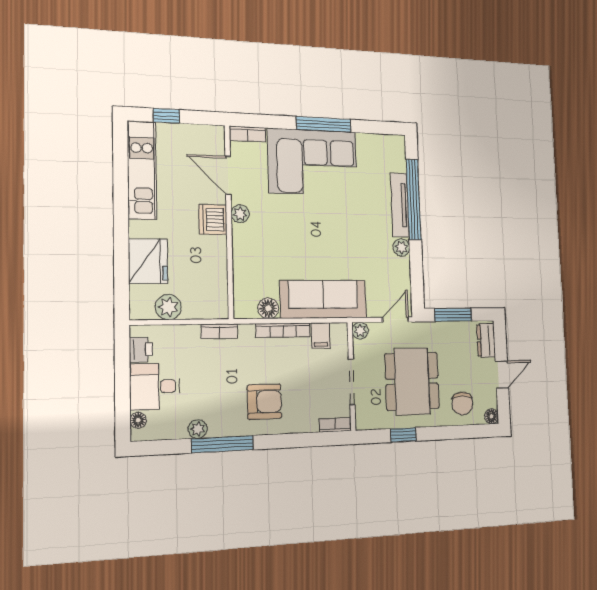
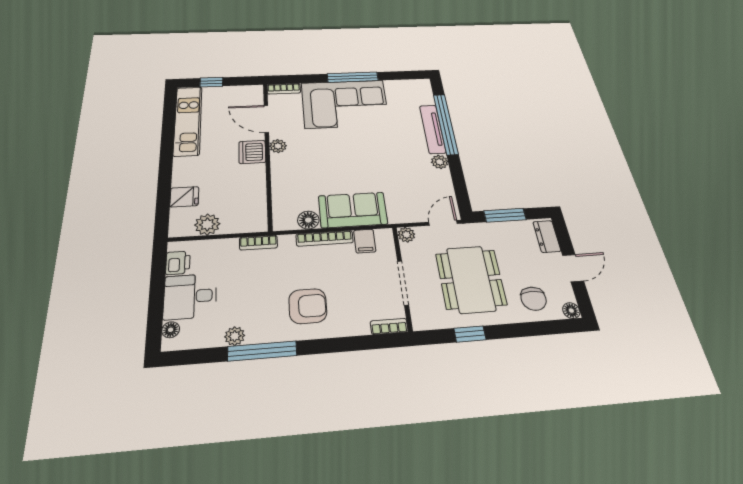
fridge: (148, 261) -> (184, 197), width x0.53, depth x0.75
sofa: (323, 299) -> (353, 210), width x0.73

